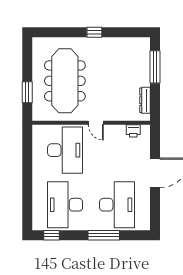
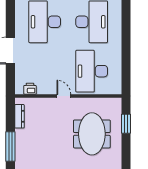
meeting table: (65, 81) -> (92, 134), width x0.73

